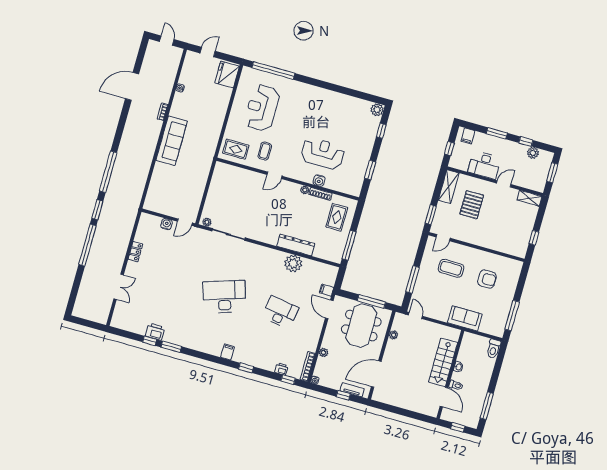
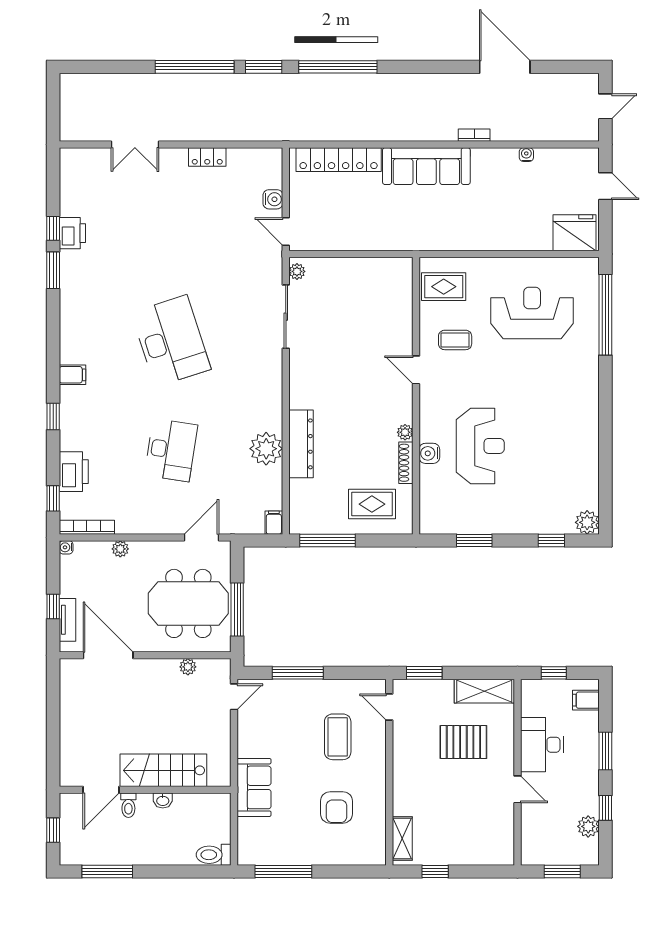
rug: (236, 149) -> (444, 287), turned 90
locker: (156, 185) -> (339, 160), added
shelving: (530, 198) -> (402, 838), moved
filing cabinet: (327, 290) -> (274, 523), moved
printer: (281, 369) -> (74, 472), width x1.87, depth x1.48

